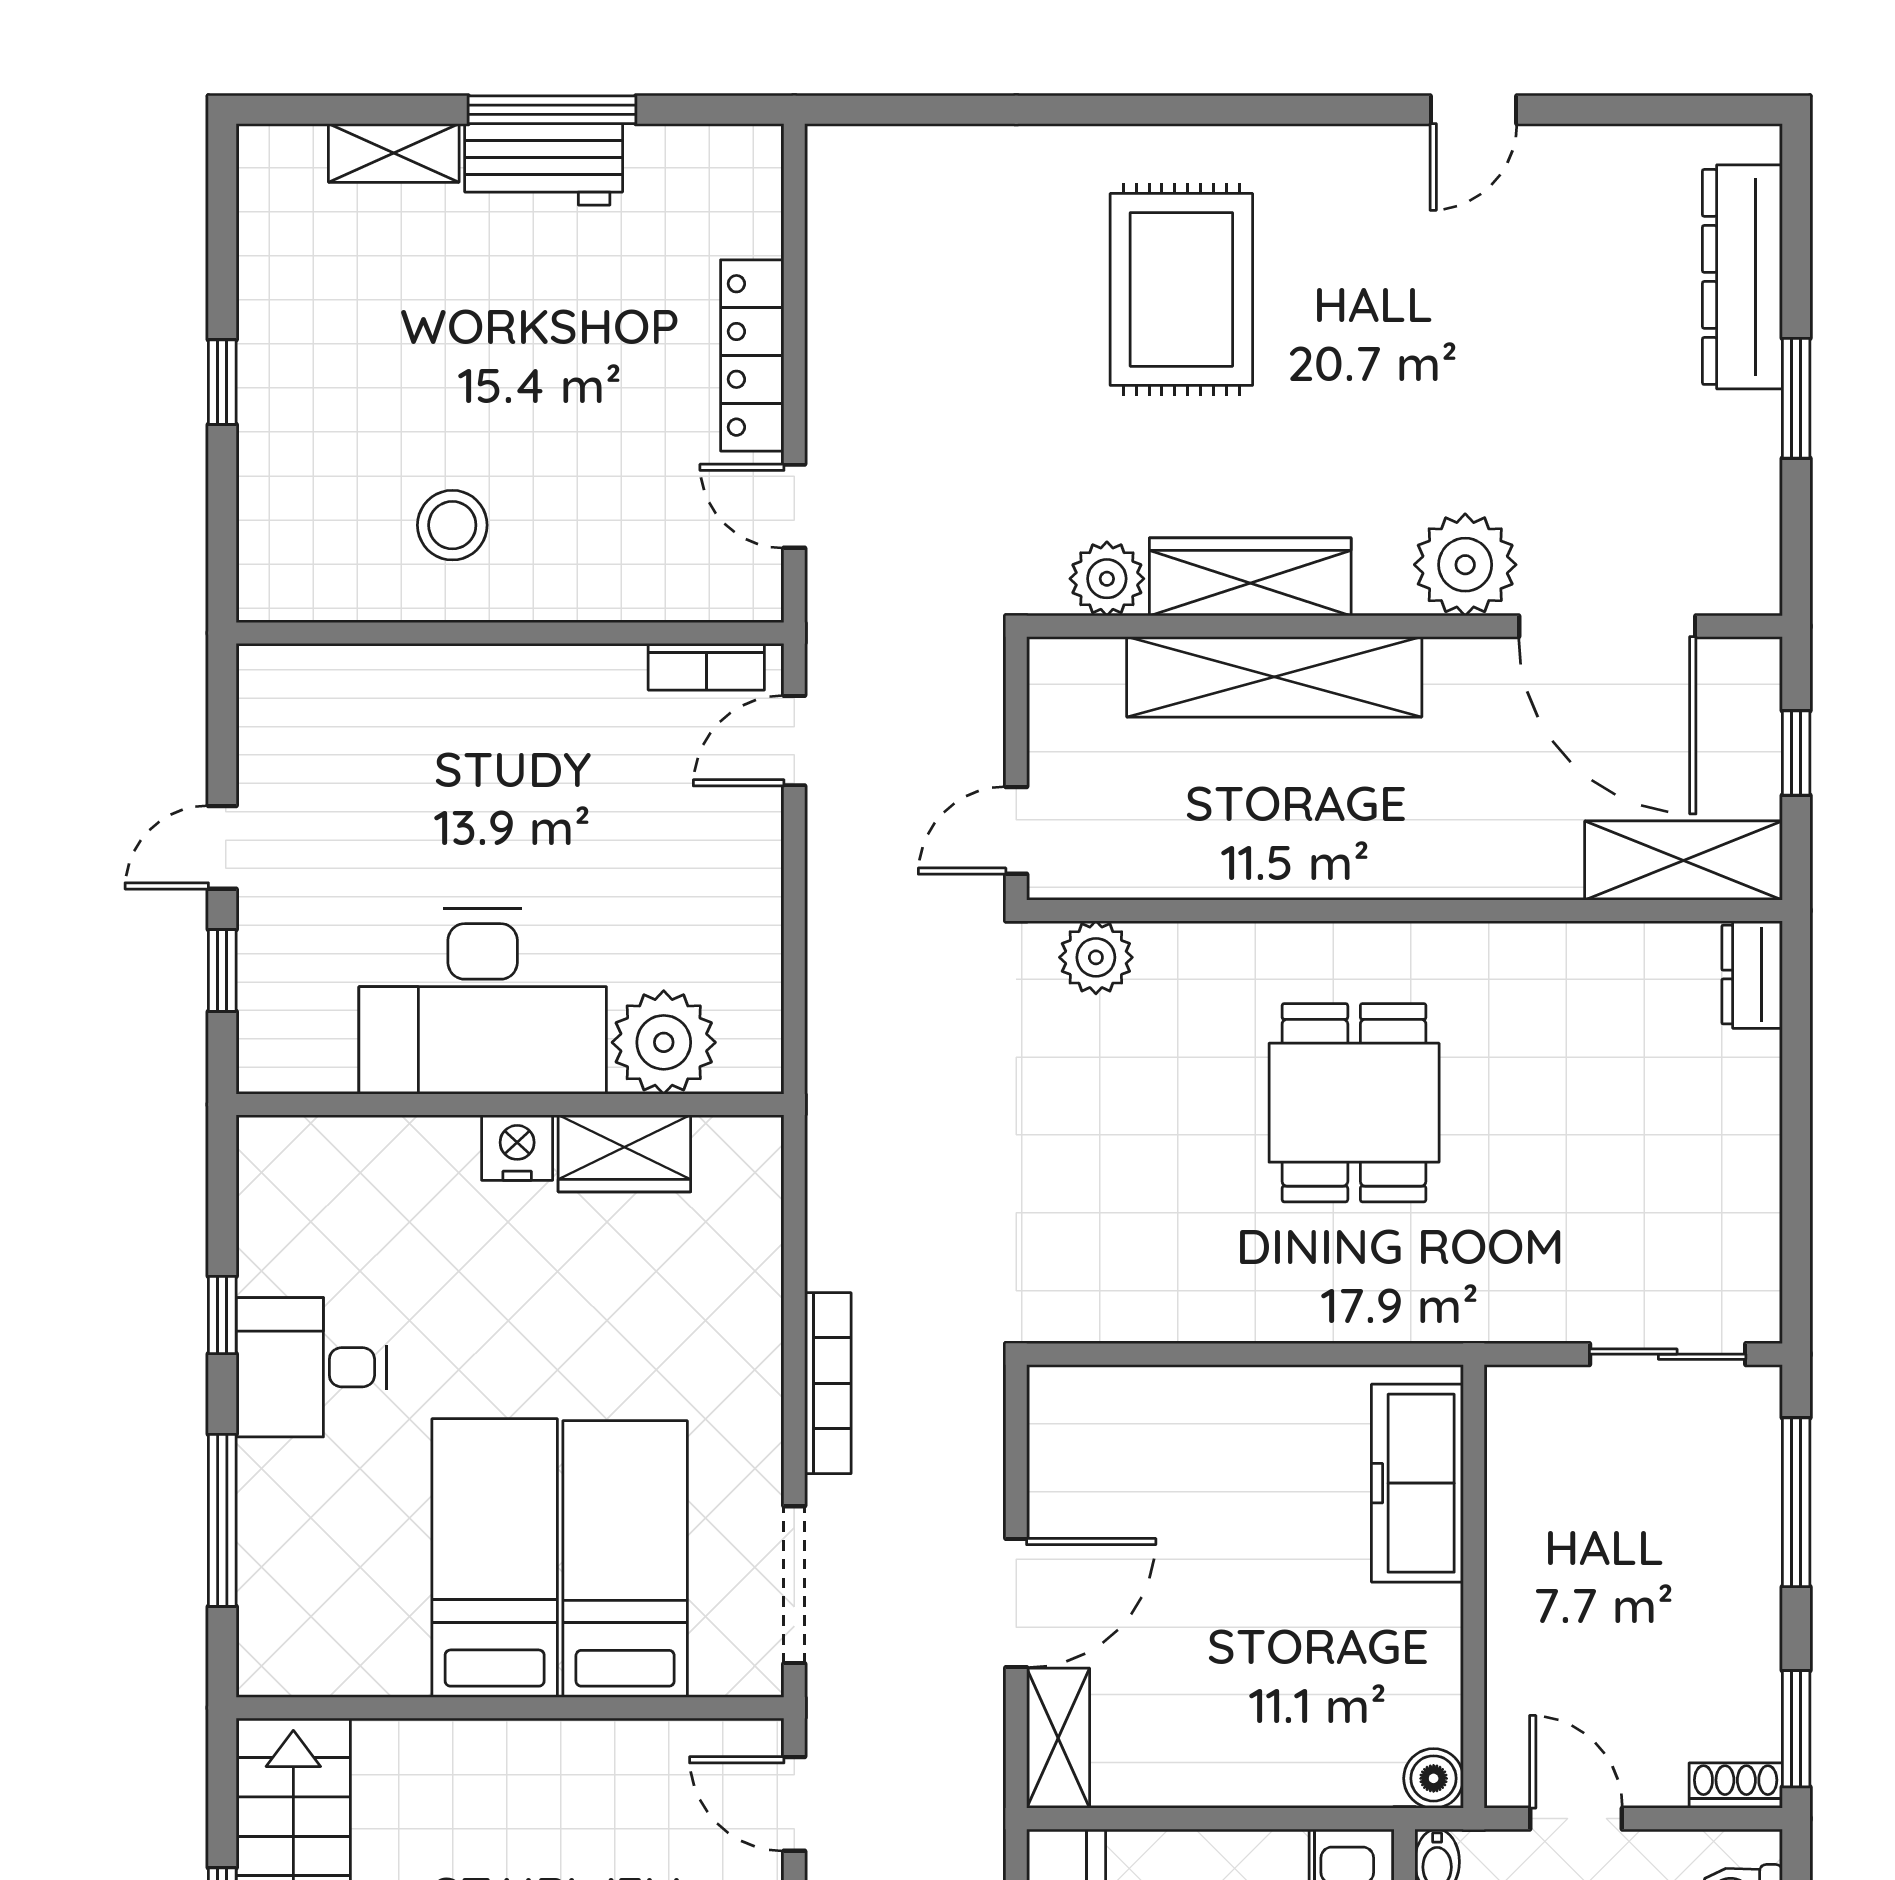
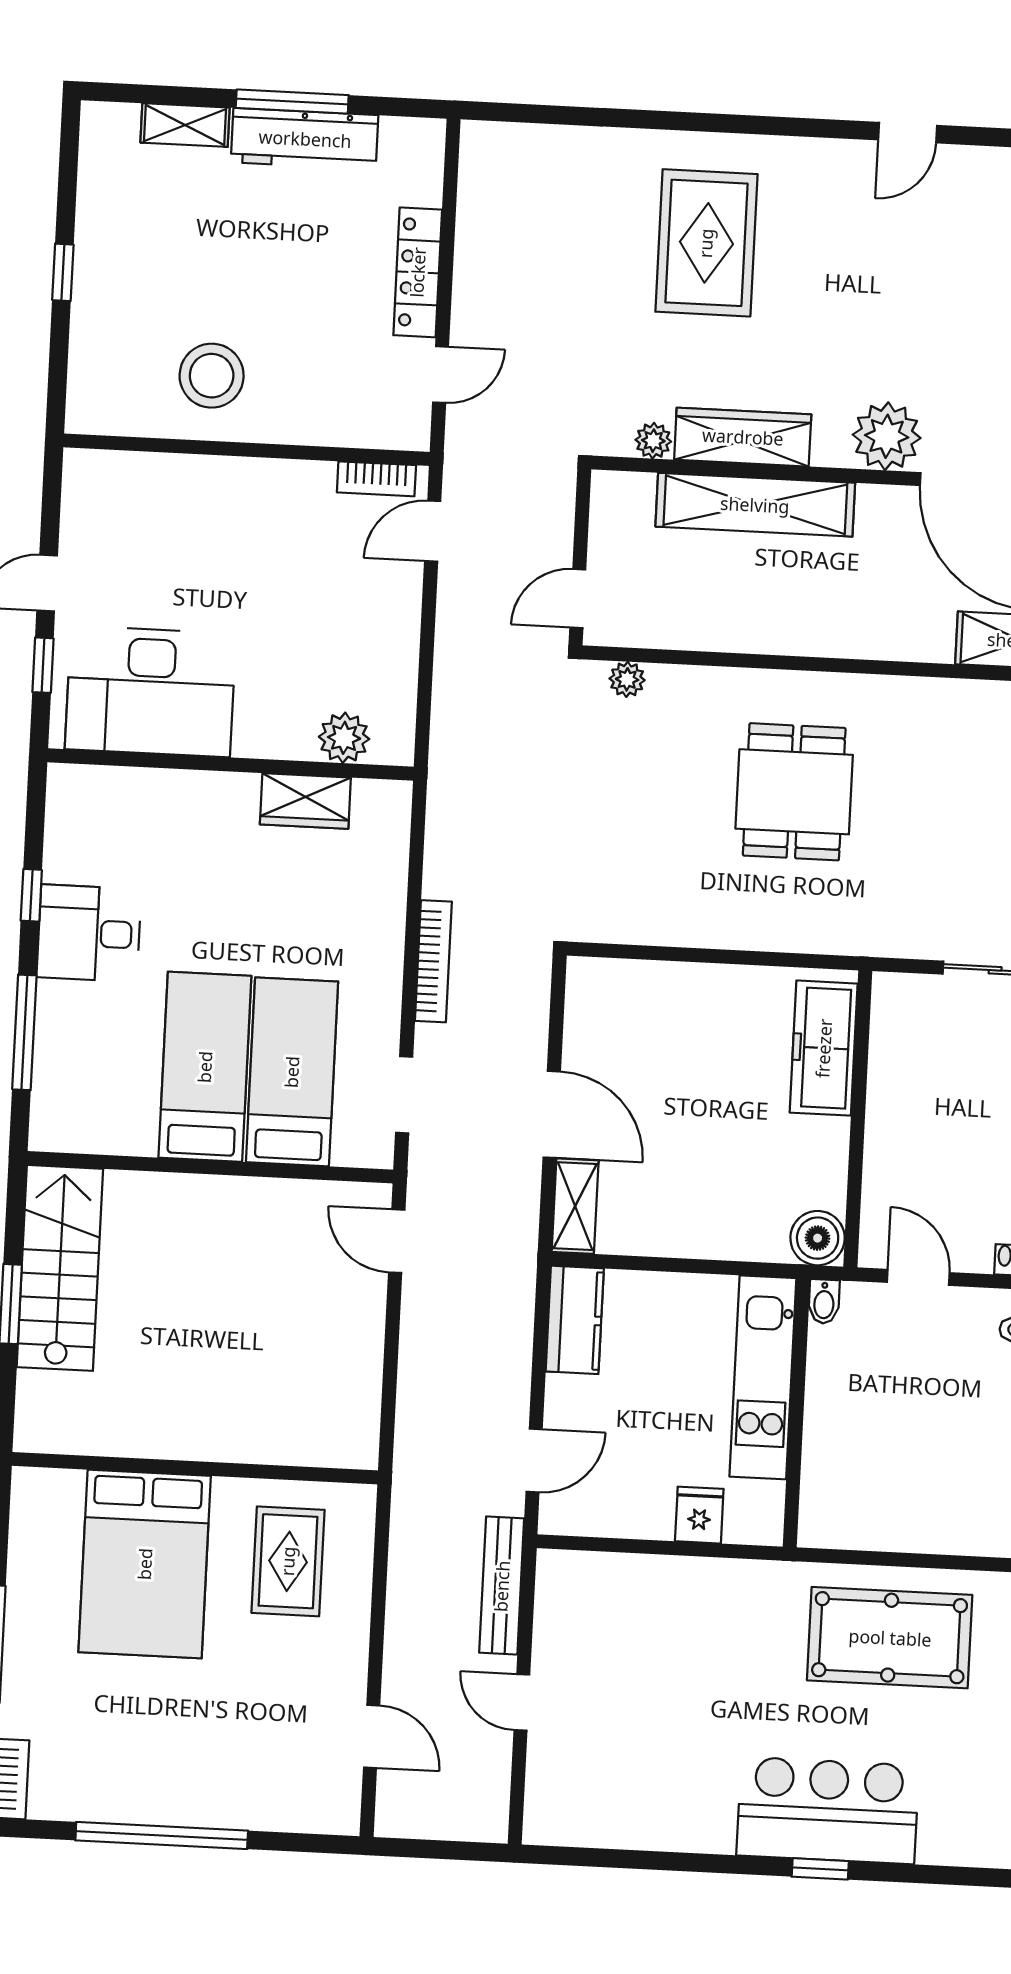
workbench: (544, 164) -> (305, 139), width x1.37
door: (794, 506) -> (441, 375), swing flipped
stool: (452, 525) -> (212, 376), width x1.38, depth x1.38
plant: (1107, 579) -> (653, 441), width x0.73, depth x0.73
plant: (1096, 957) -> (627, 679), width x0.73, depth x0.73
desk: (483, 1001) -> (150, 691), moved
plant: (664, 1042) -> (344, 738), width x0.73, depth x0.73
nightstand: (517, 1148) -> (234, 794), removed
doorway: (794, 1585) -> (404, 1095), width x0.73
door: (1016, 1603) -> (552, 1114), hinge flipped
boiler: (1434, 1778) -> (818, 1238), width x1.36, depth x1.36

